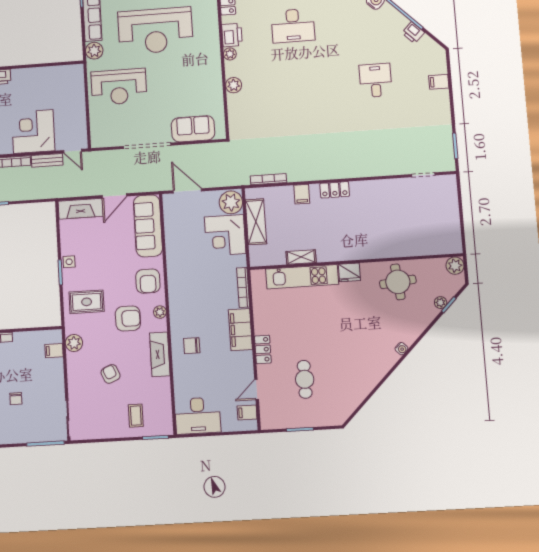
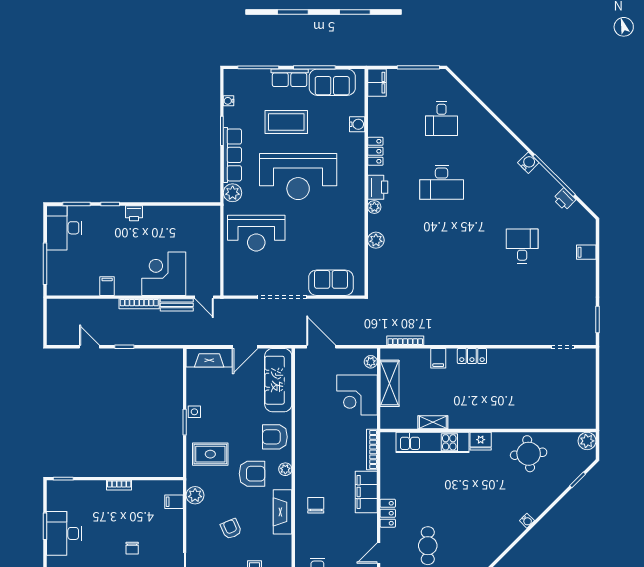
plant: (231, 202) -> (371, 362), width x0.53, depth x0.53
armchair: (148, 281) -> (275, 437), turned 90
plant: (441, 303) -> (570, 477), removed
chair: (192, 346) -> (316, 505), turned 90

